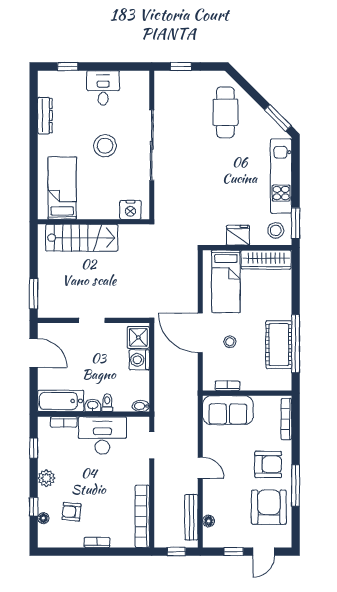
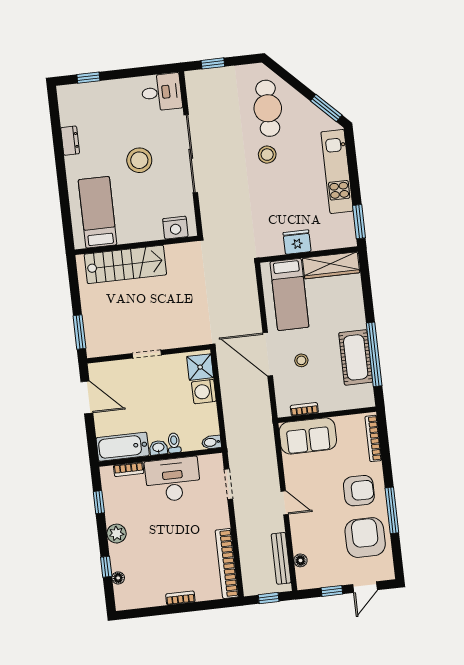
desk: (103, 88) -> (162, 92), moved, turned 90
dresser: (45, 116) -> (70, 141), width x0.70
stool: (276, 230) -> (267, 155), moved
armchair: (71, 512) -> (148, 567), removed

